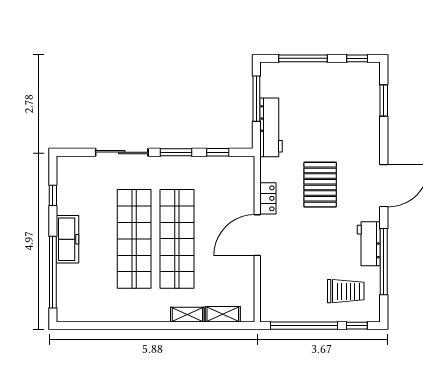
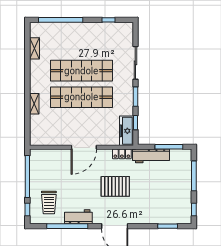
locker: (268, 198) -> (122, 154), moved
door: (257, 235) -> (84, 147), swing flipped
freezer: (67, 239) -> (126, 131), moved, turned 90
shelving: (223, 314) -> (34, 48), moved

